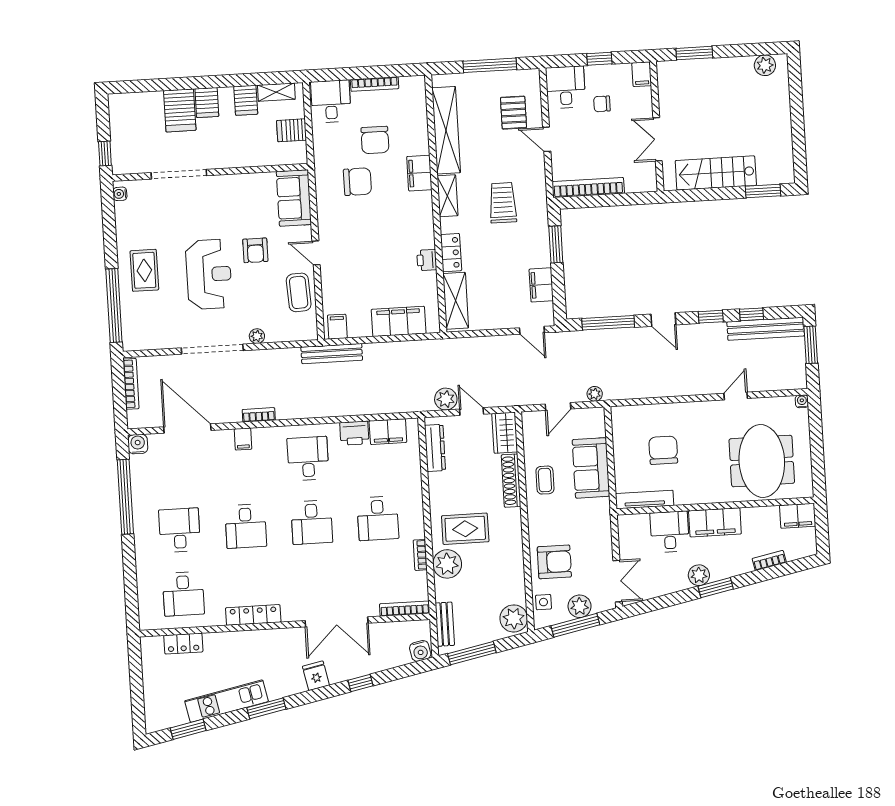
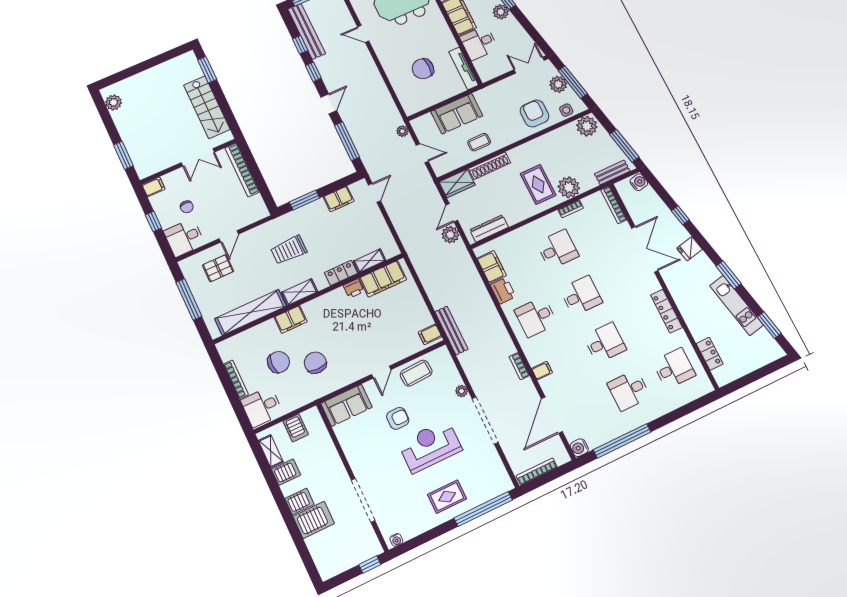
bookcase: (588, 187) -> (242, 170), moved
shelving: (456, 301) -> (369, 261), width x0.67, depth x0.75
filing cabinet: (399, 321) -> (383, 279), moved, turned -90

